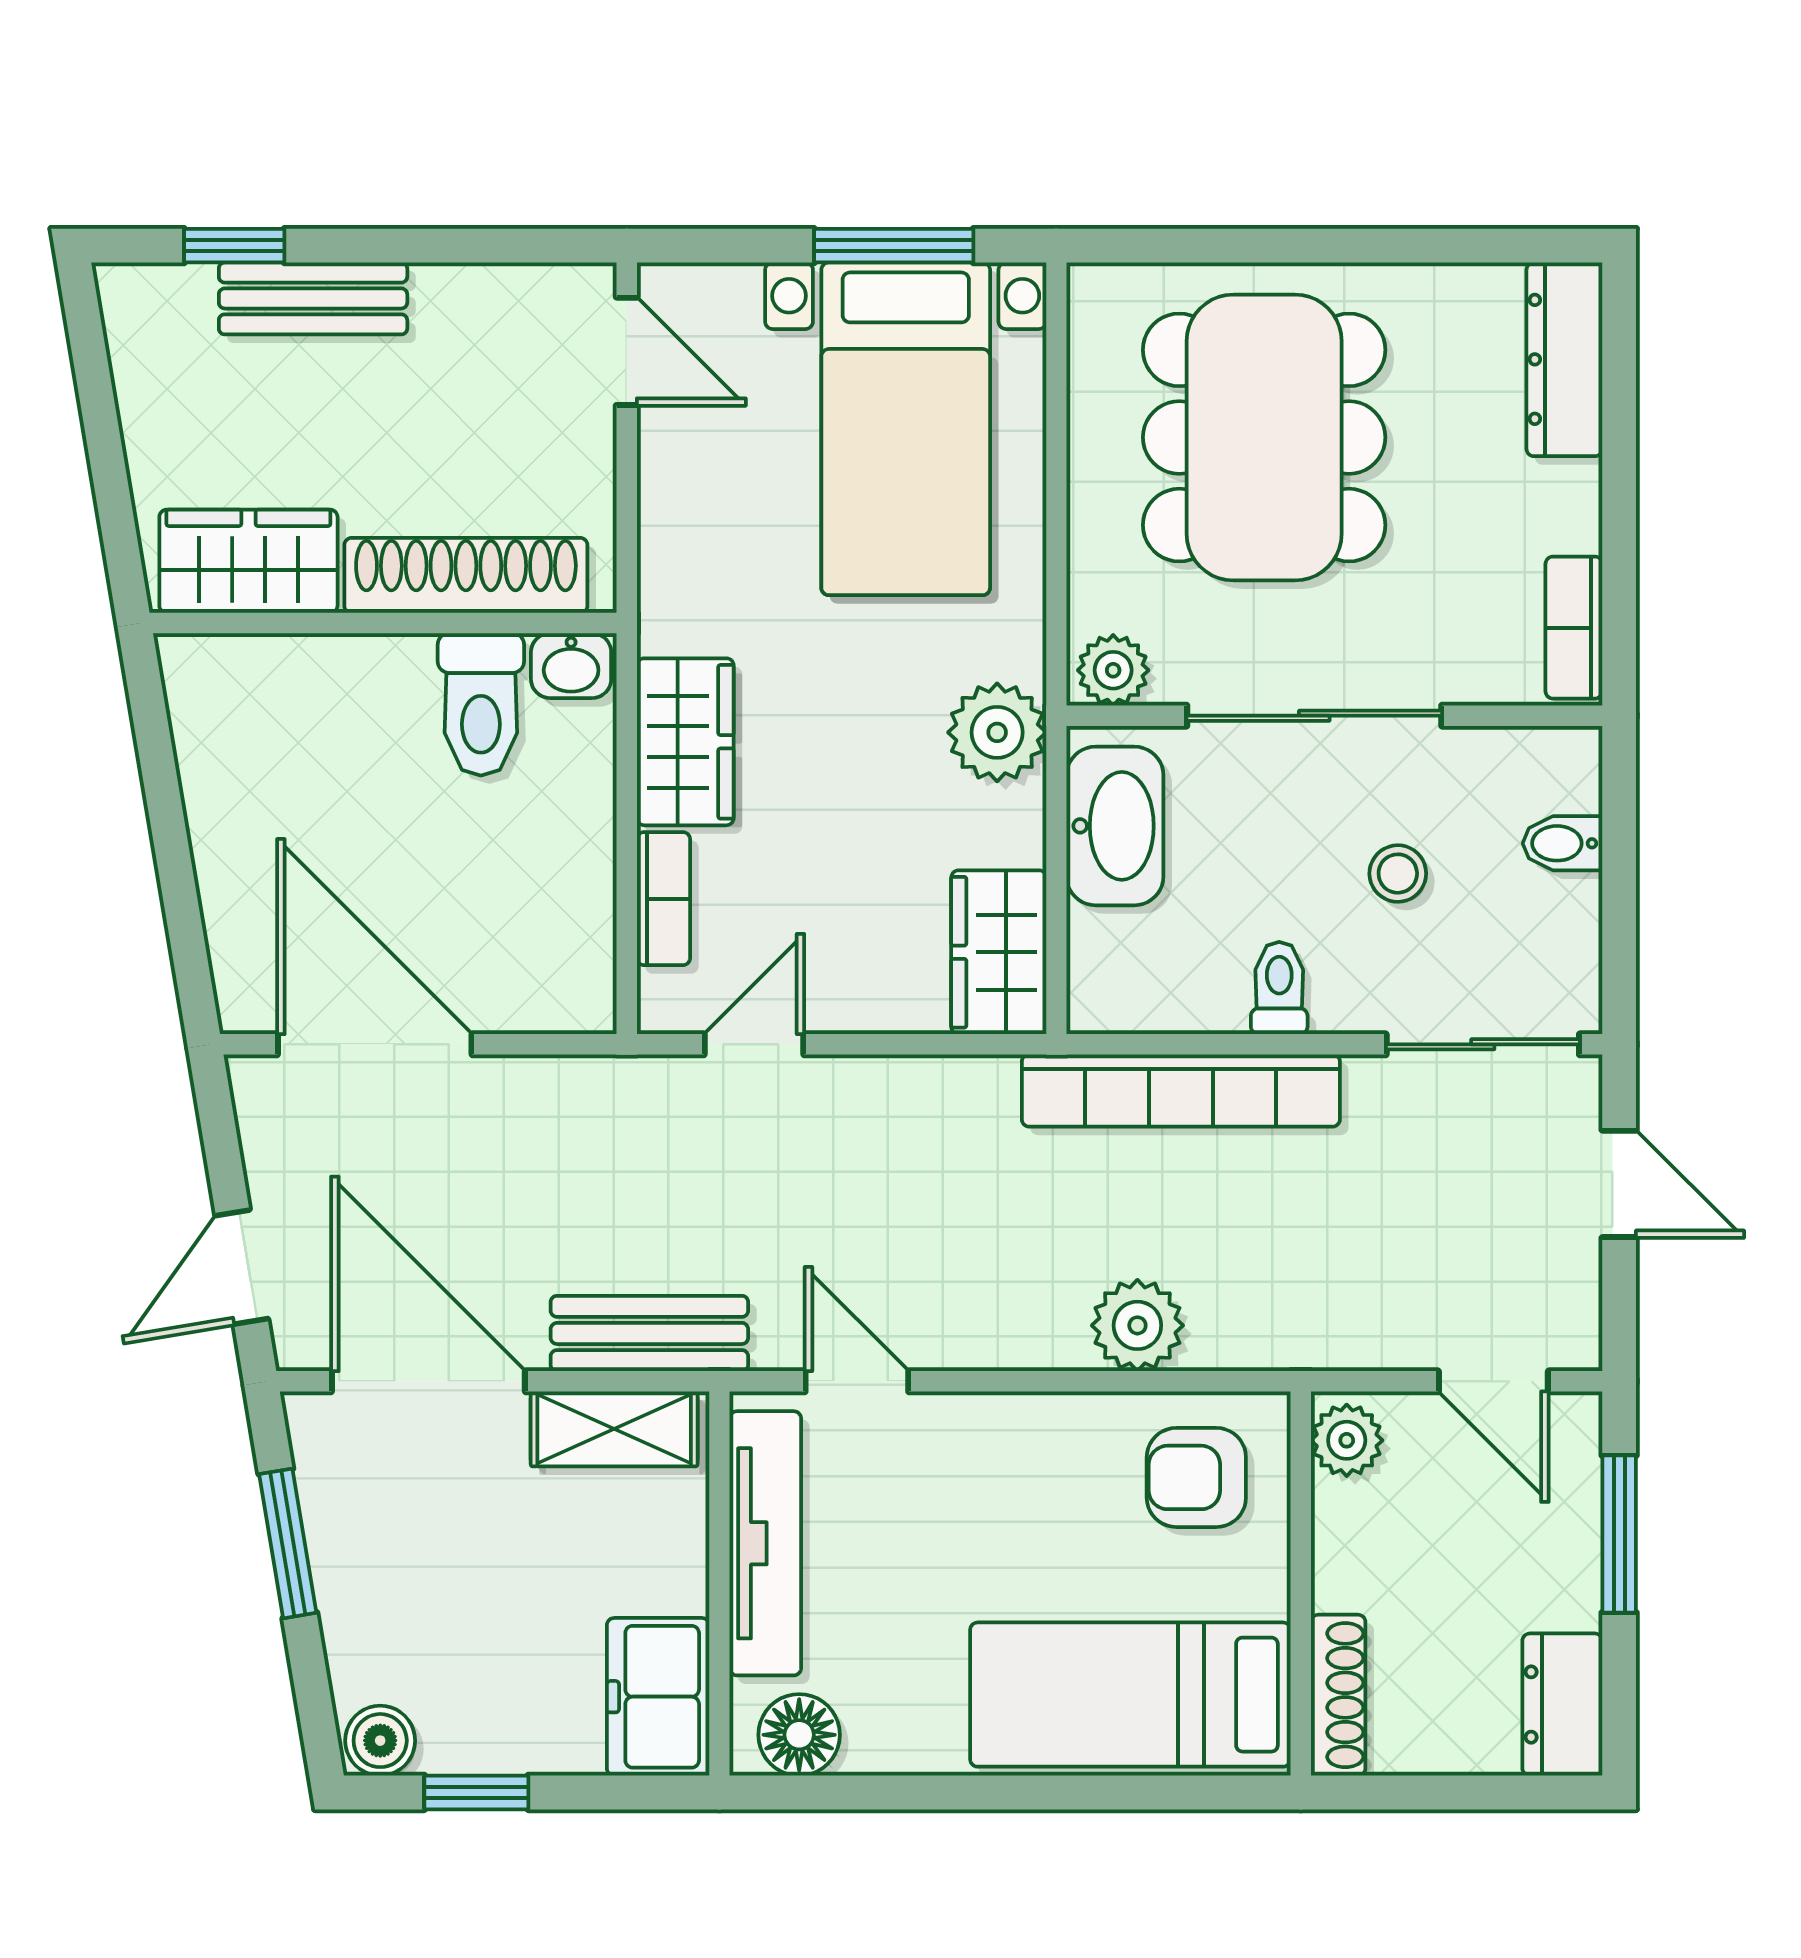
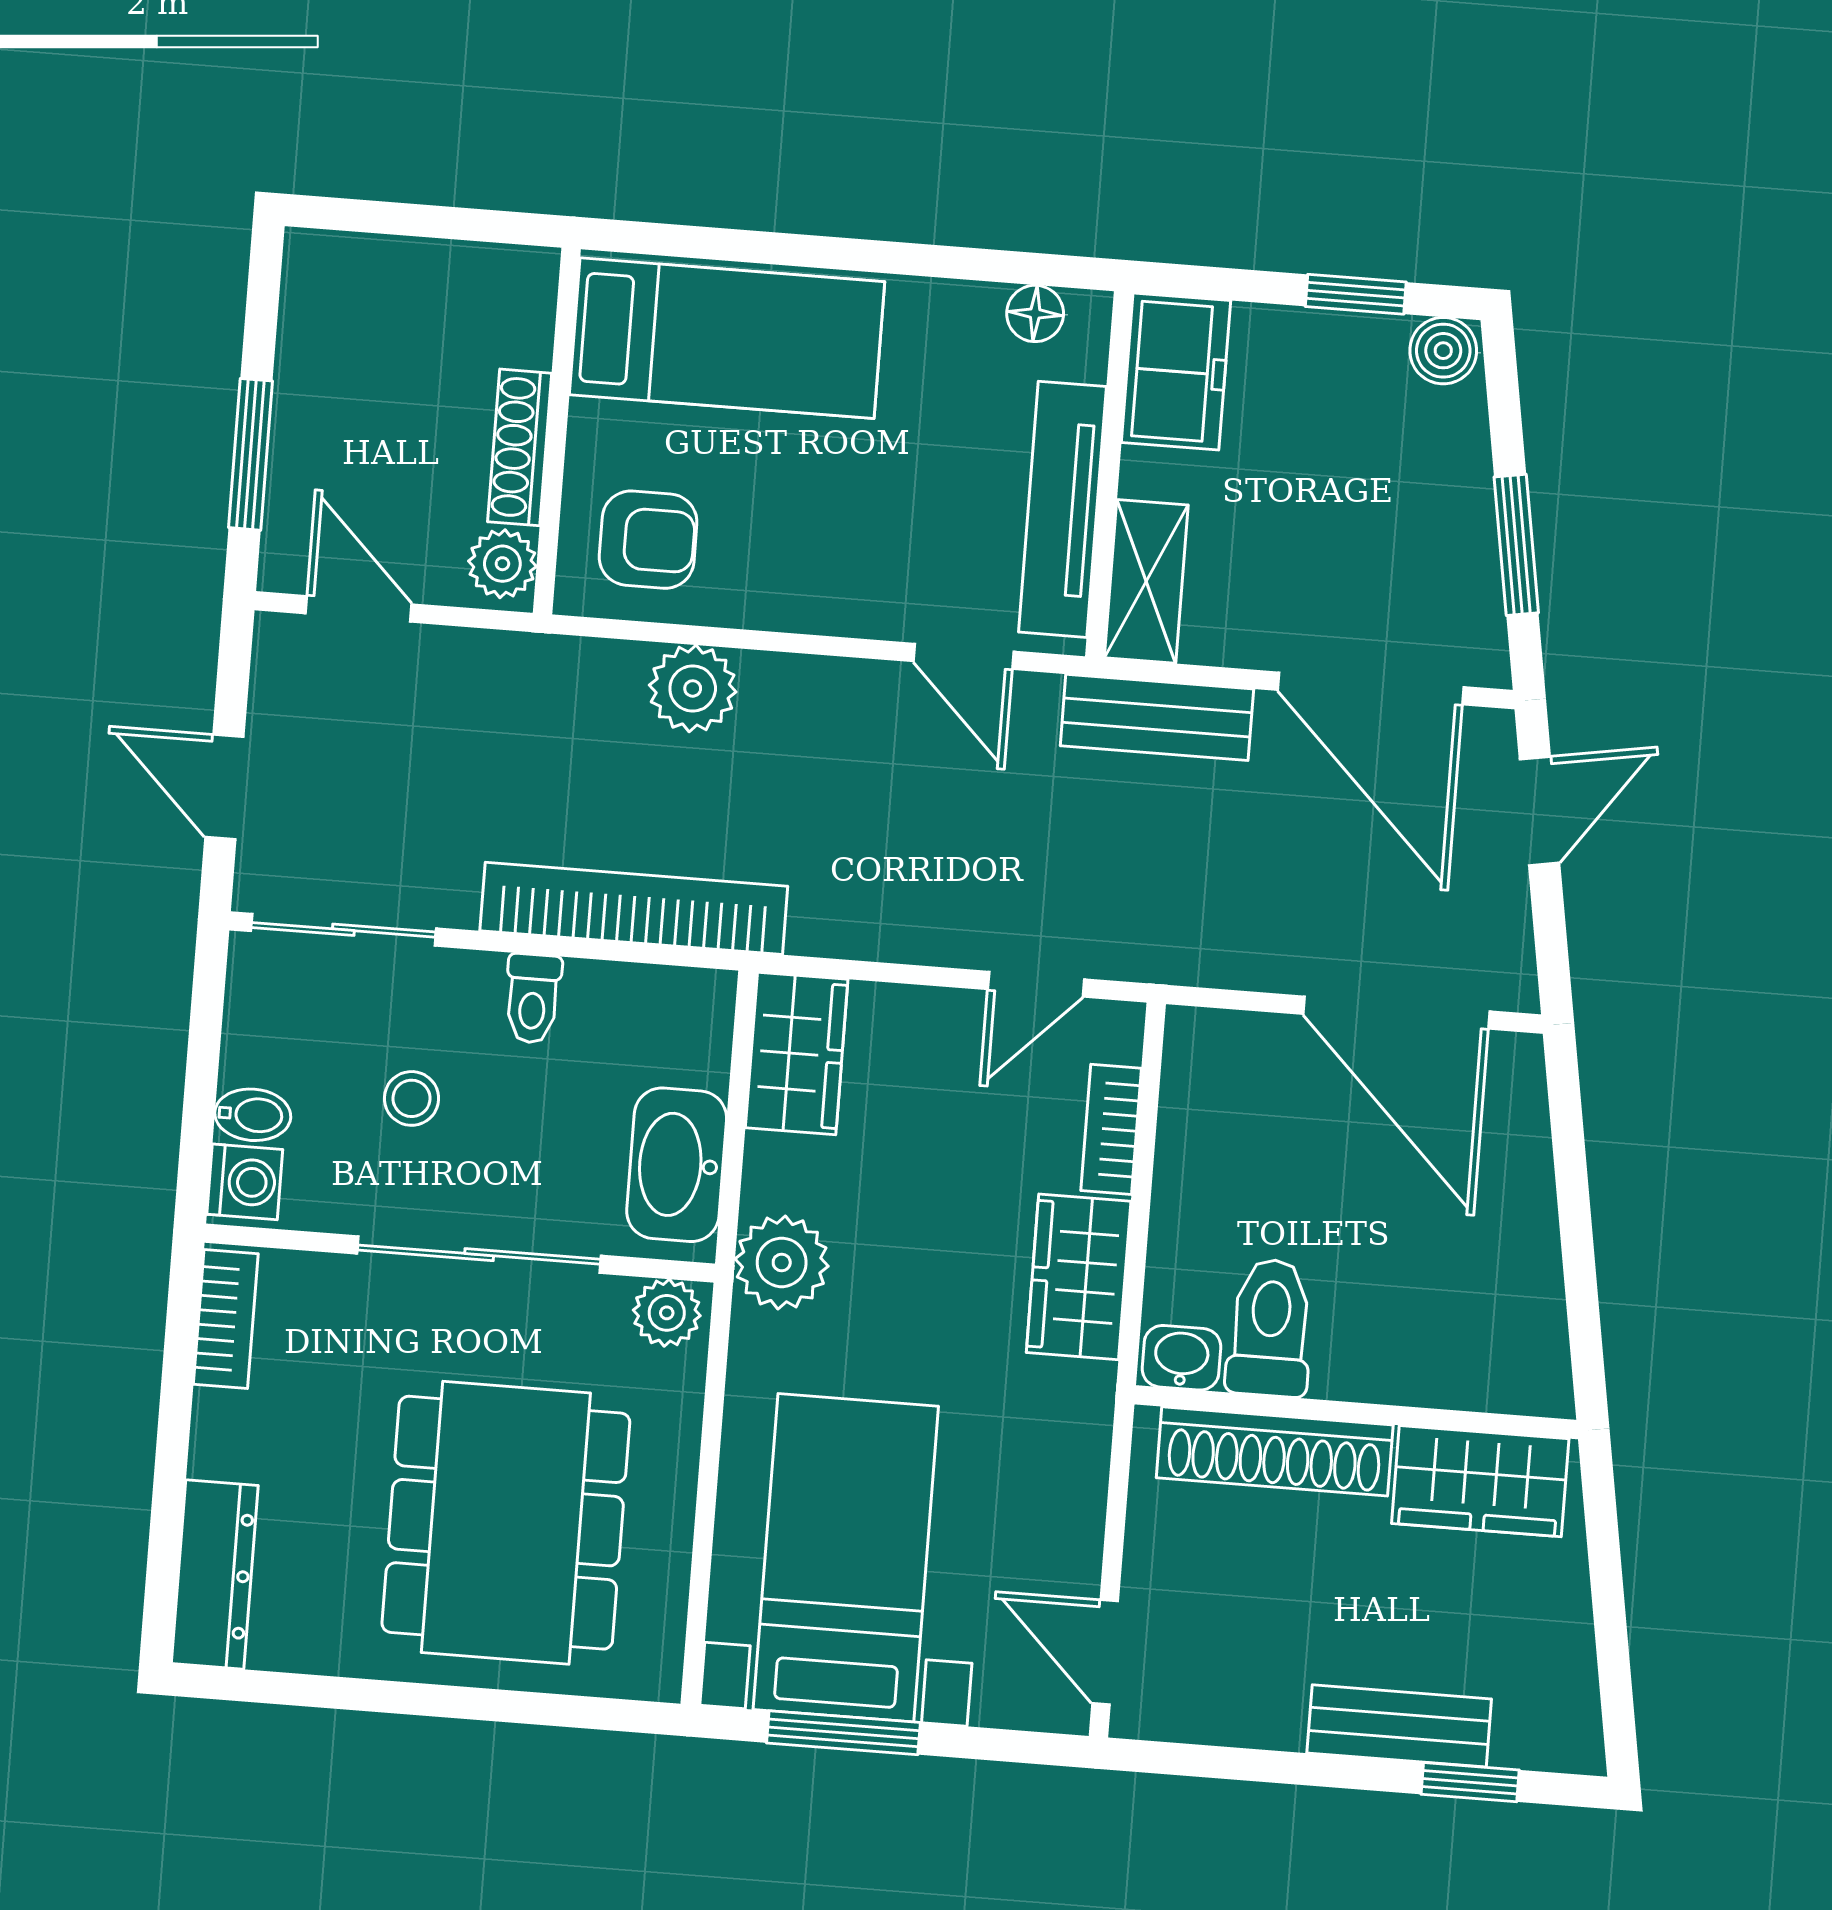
washing machine: (1565, 773) -> (245, 1182), added
shelving: (614, 1429) -> (1146, 581), moved, turned 90
shoe rack: (1338, 1695) -> (520, 447), moved
dresser: (1562, 1705) -> (317, 296), removed
floor lamp: (799, 1735) -> (1035, 313), width x0.73, depth x0.73

